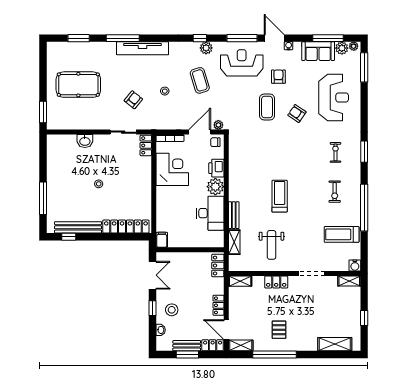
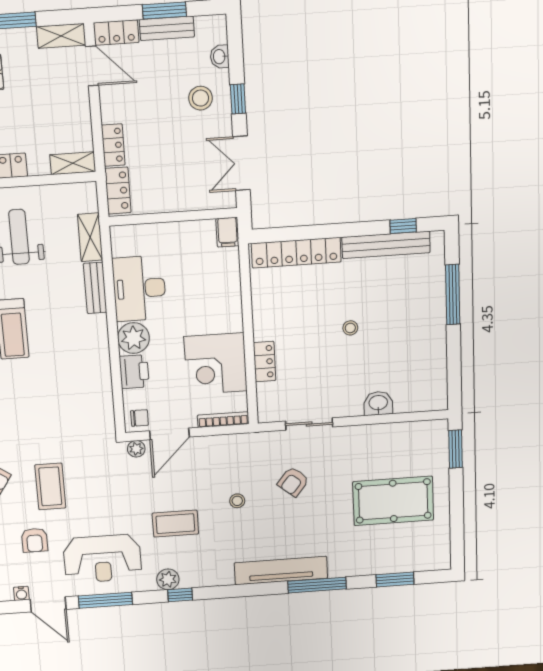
coffee table: (200, 80) -> (175, 524), turned -73
locker: (146, 145) -> (264, 362), moved
locker: (218, 305) -> (113, 145), moved

